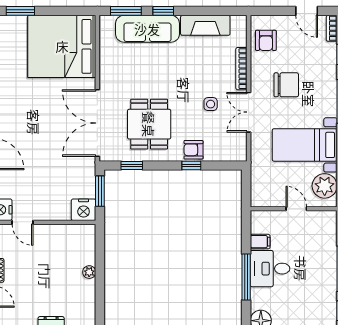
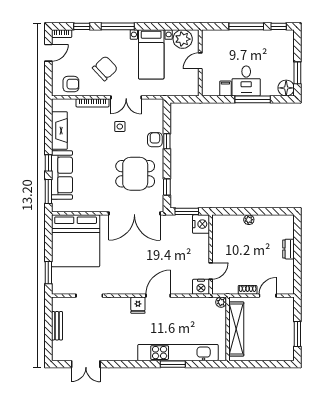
chair: (286, 85) -> (105, 68), turned 47
armchair: (193, 150) -> (155, 140), turned 180

